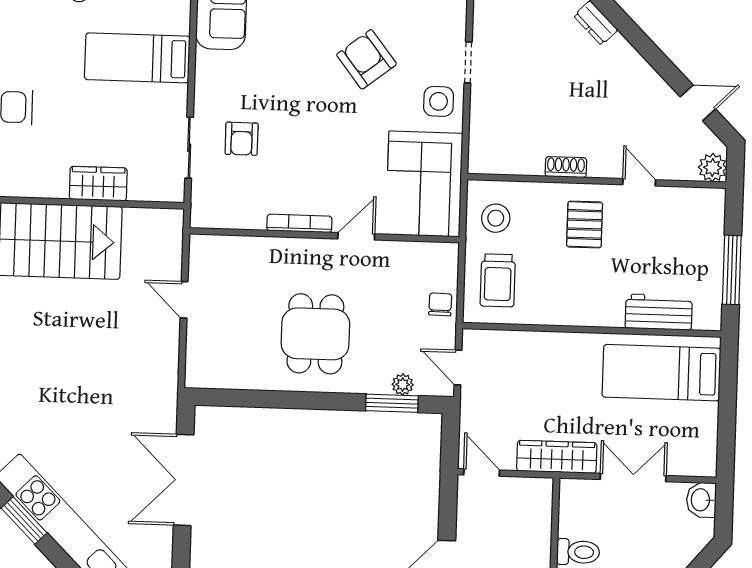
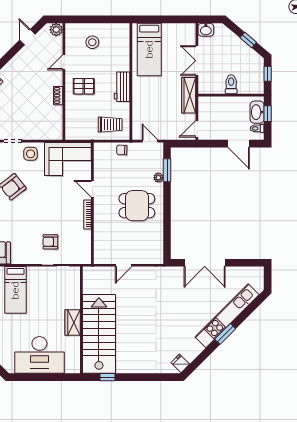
armchair: (242, 139) -> (50, 242), turned 180
wardrobe: (98, 184) -> (73, 322), moved
stool: (496, 218) -> (92, 42), moved
window: (732, 270) -> (102, 19), removed
workbench: (659, 312) -> (122, 87), moved
door: (458, 368) -> (150, 141), swing flipped
plant: (403, 384) -> (158, 178), moved

